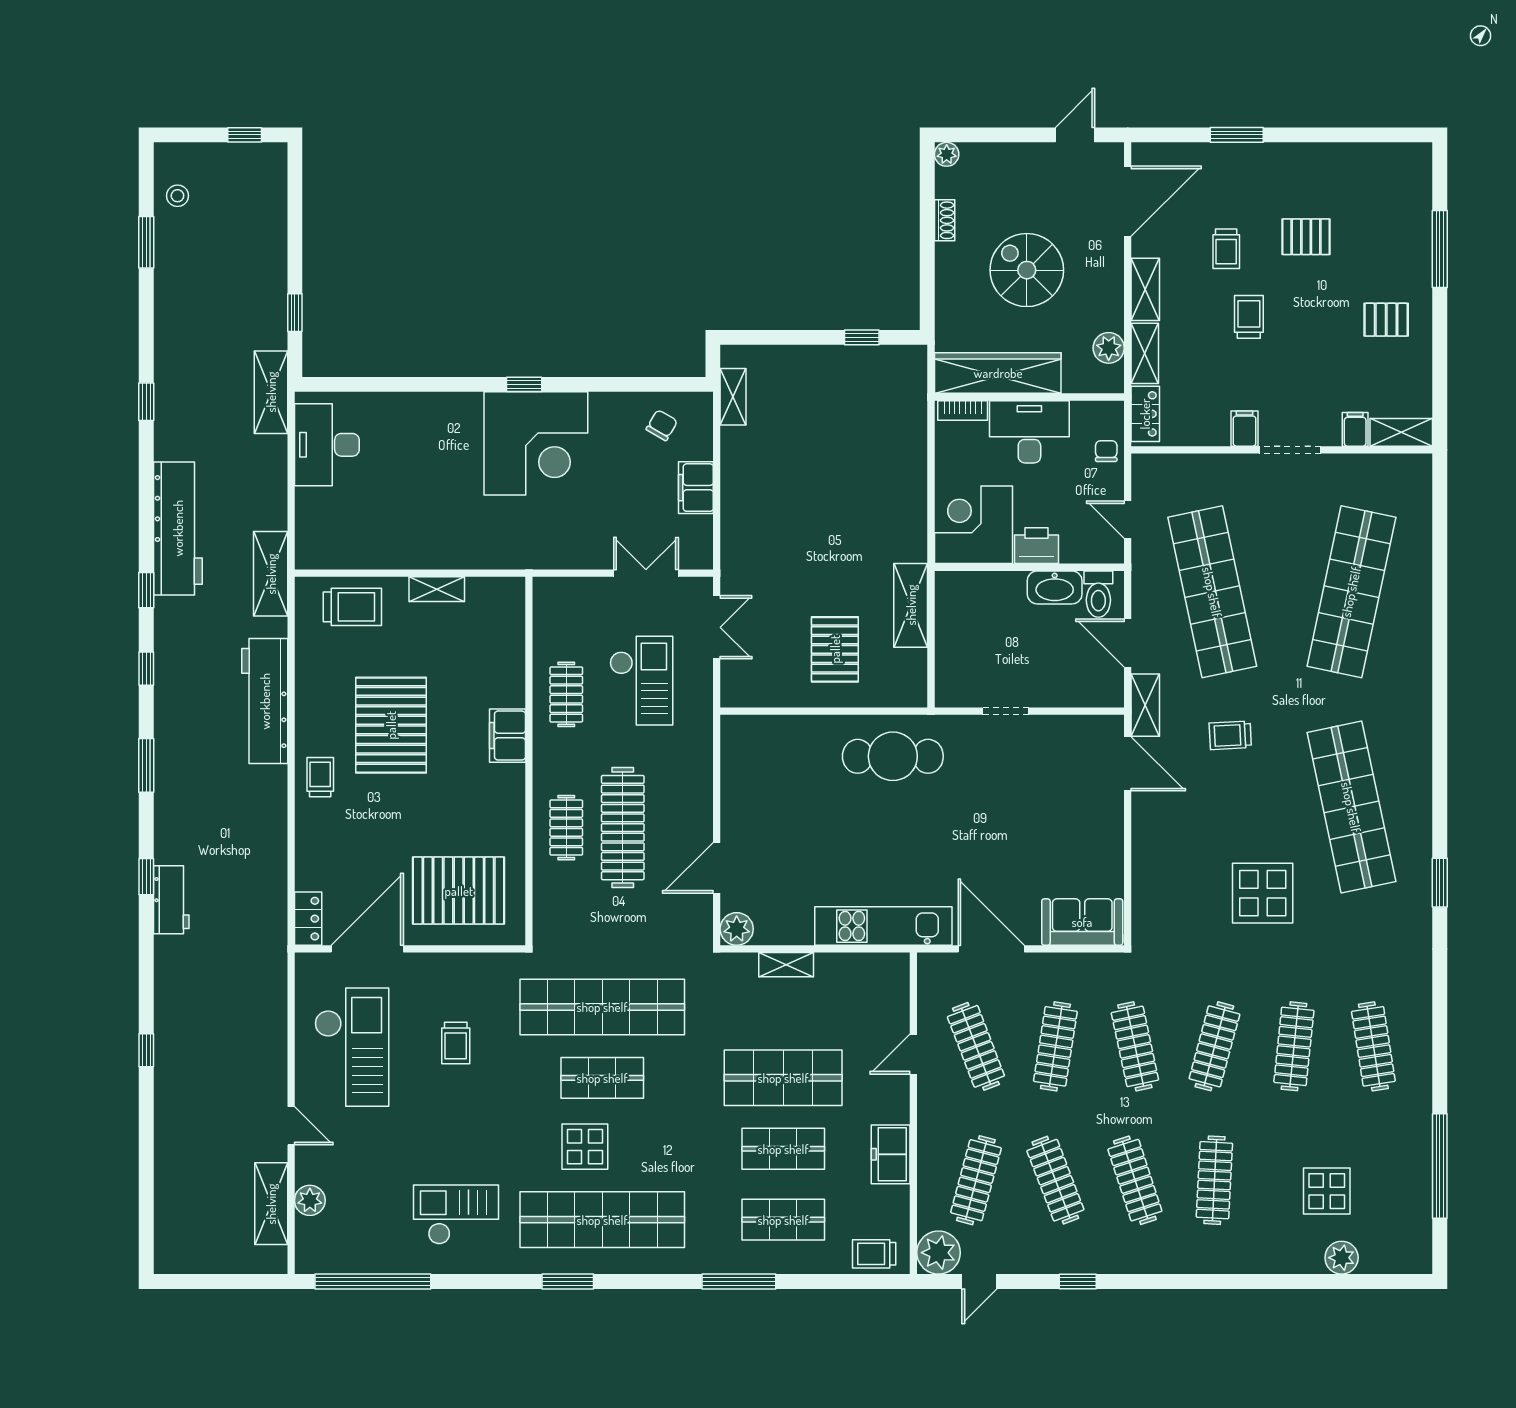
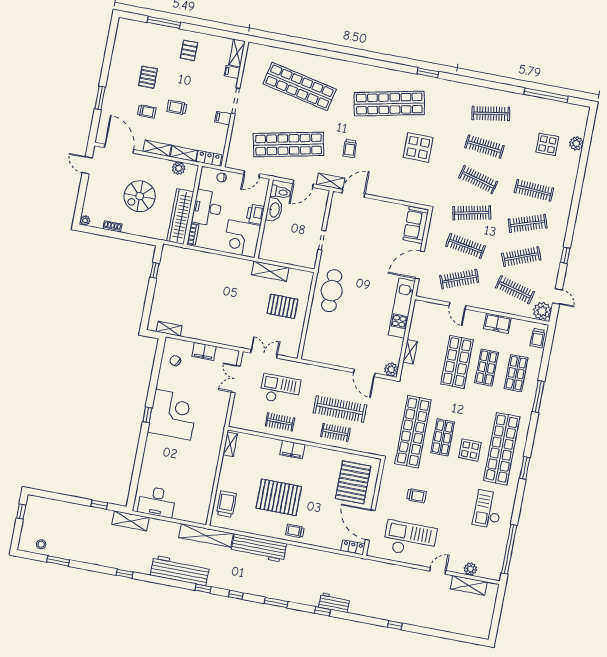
shelving: (271, 574) -> (206, 536), width x1.47
shelving: (437, 589) -> (230, 444), moved

